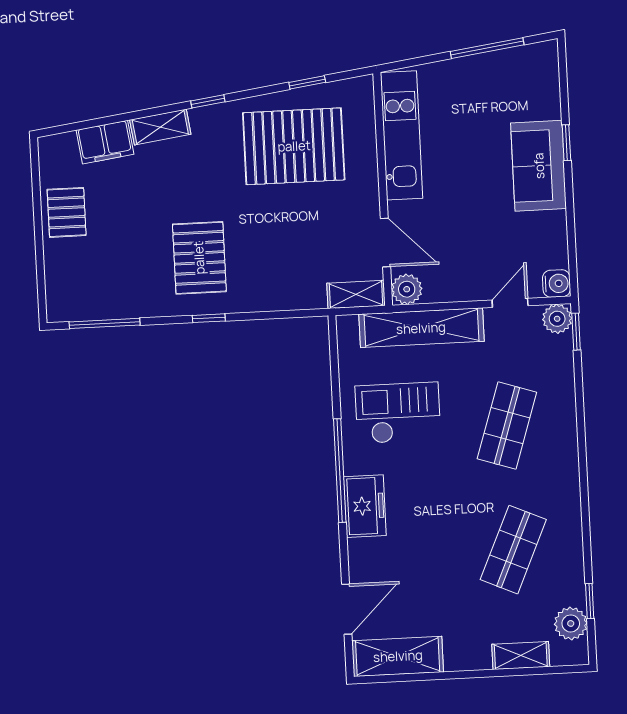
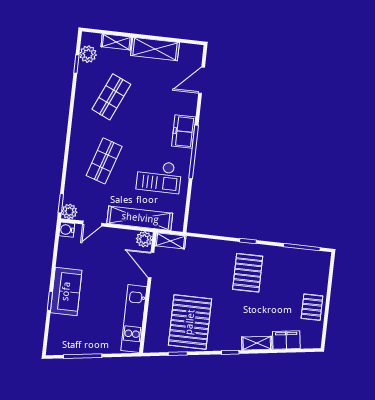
pallet: (294, 146) -> (190, 322), turned 90
shelving: (398, 656) -> (155, 49), moved

